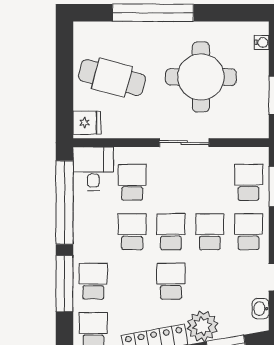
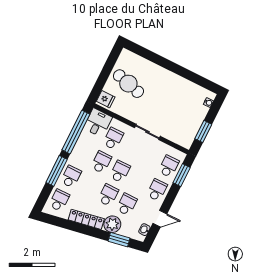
window: (153, 13) -> (163, 62), removed
round table: (201, 77) -> (171, 105), removed
school desk: (210, 232) -> (127, 204), moved

